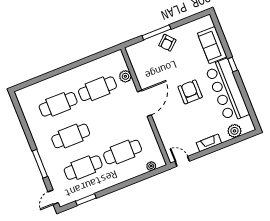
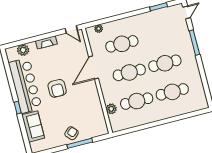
door: (144, 103) -> (94, 67), moved
cafe table: (83, 168) -> (129, 72), moved

